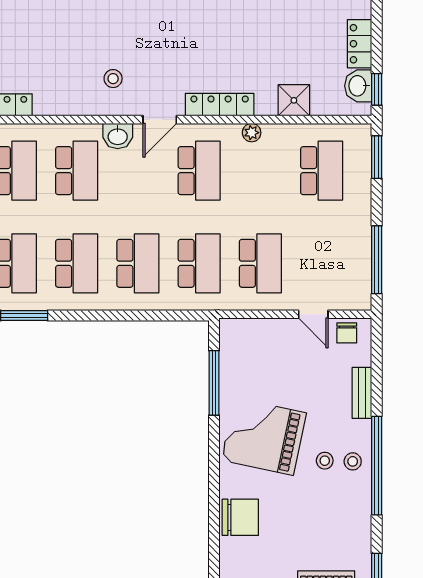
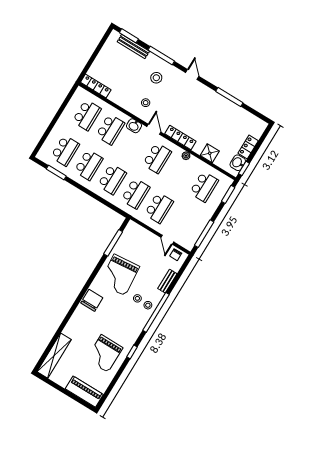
stool: (104, 19) -> (156, 78), added
door: (160, 120) -> (154, 129), swing flipped
grand piano: (264, 437) -> (120, 275), turned -107
chair: (240, 517) -> (92, 300), turned -90

